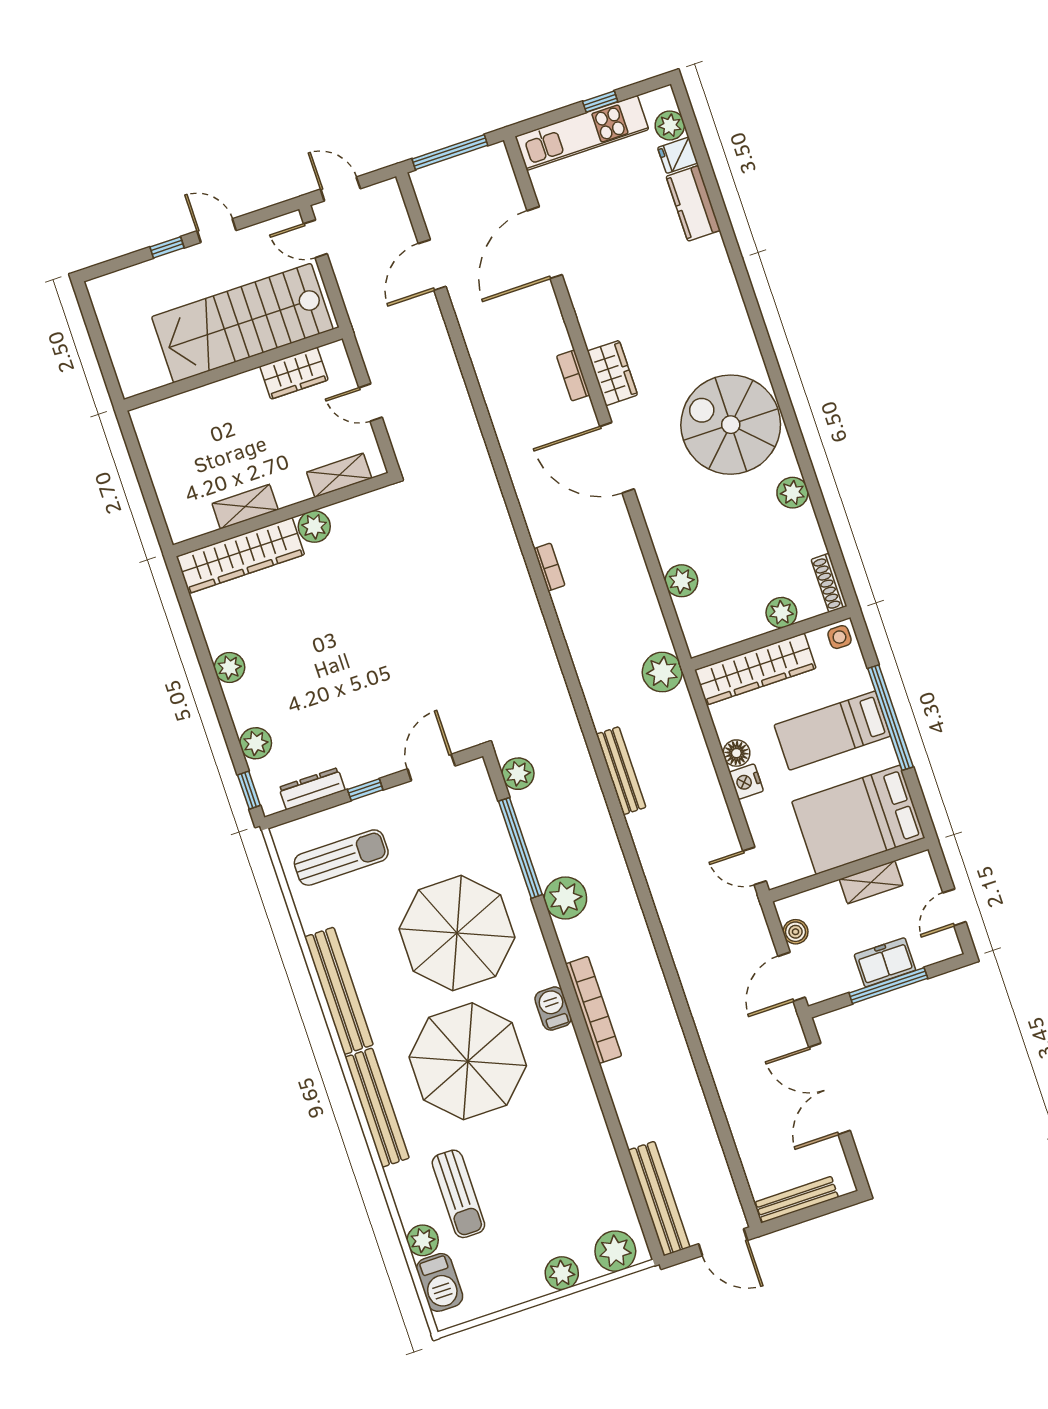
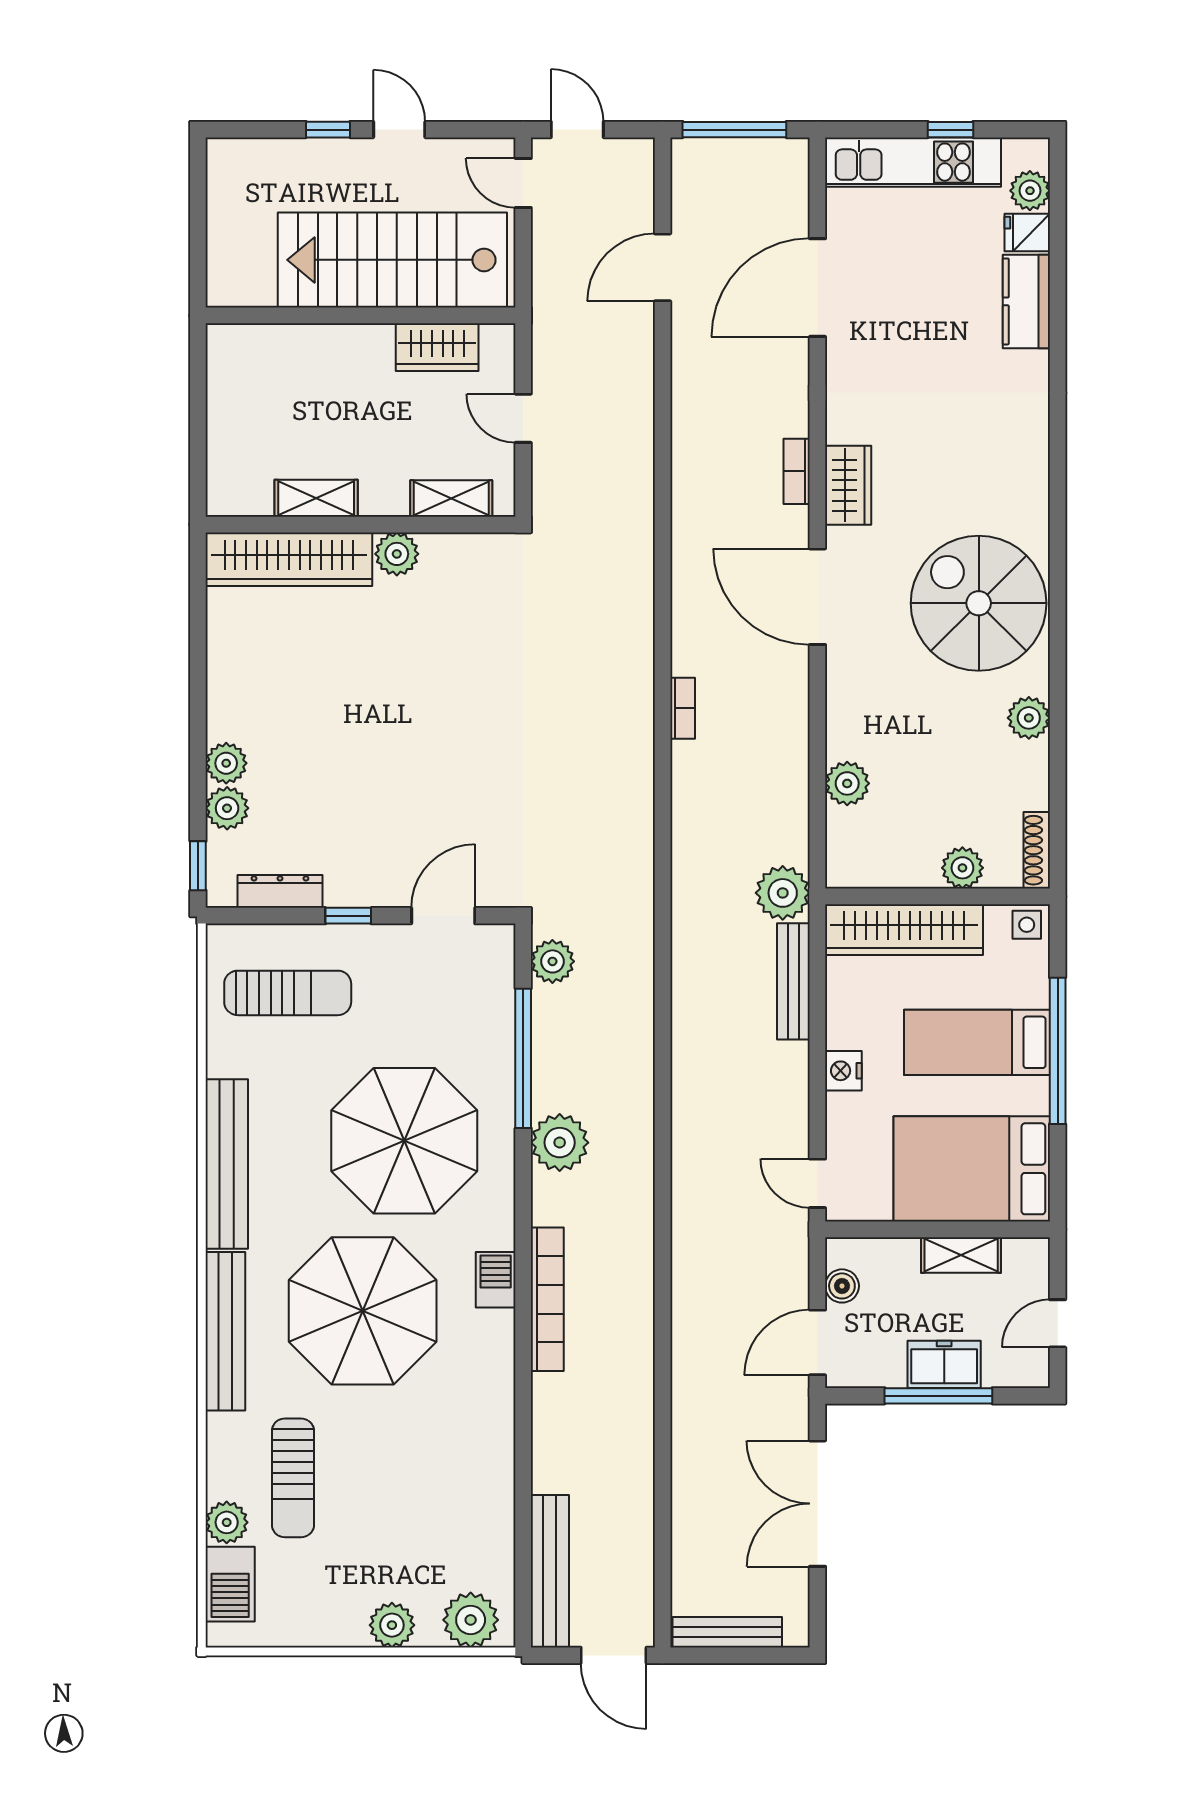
plant: (229, 667) -> (226, 763), moved
floor lamp: (736, 753) -> (843, 1030), removed
bench: (621, 771) -> (793, 981), moved

